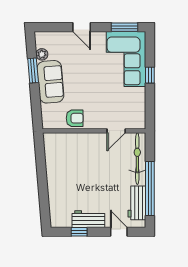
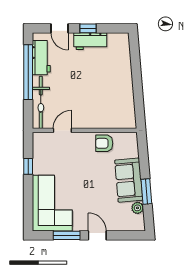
window: (125, 27) -> (67, 235), moved
window: (150, 75) -> (28, 166), moved
window: (79, 232) -> (88, 28), moved

